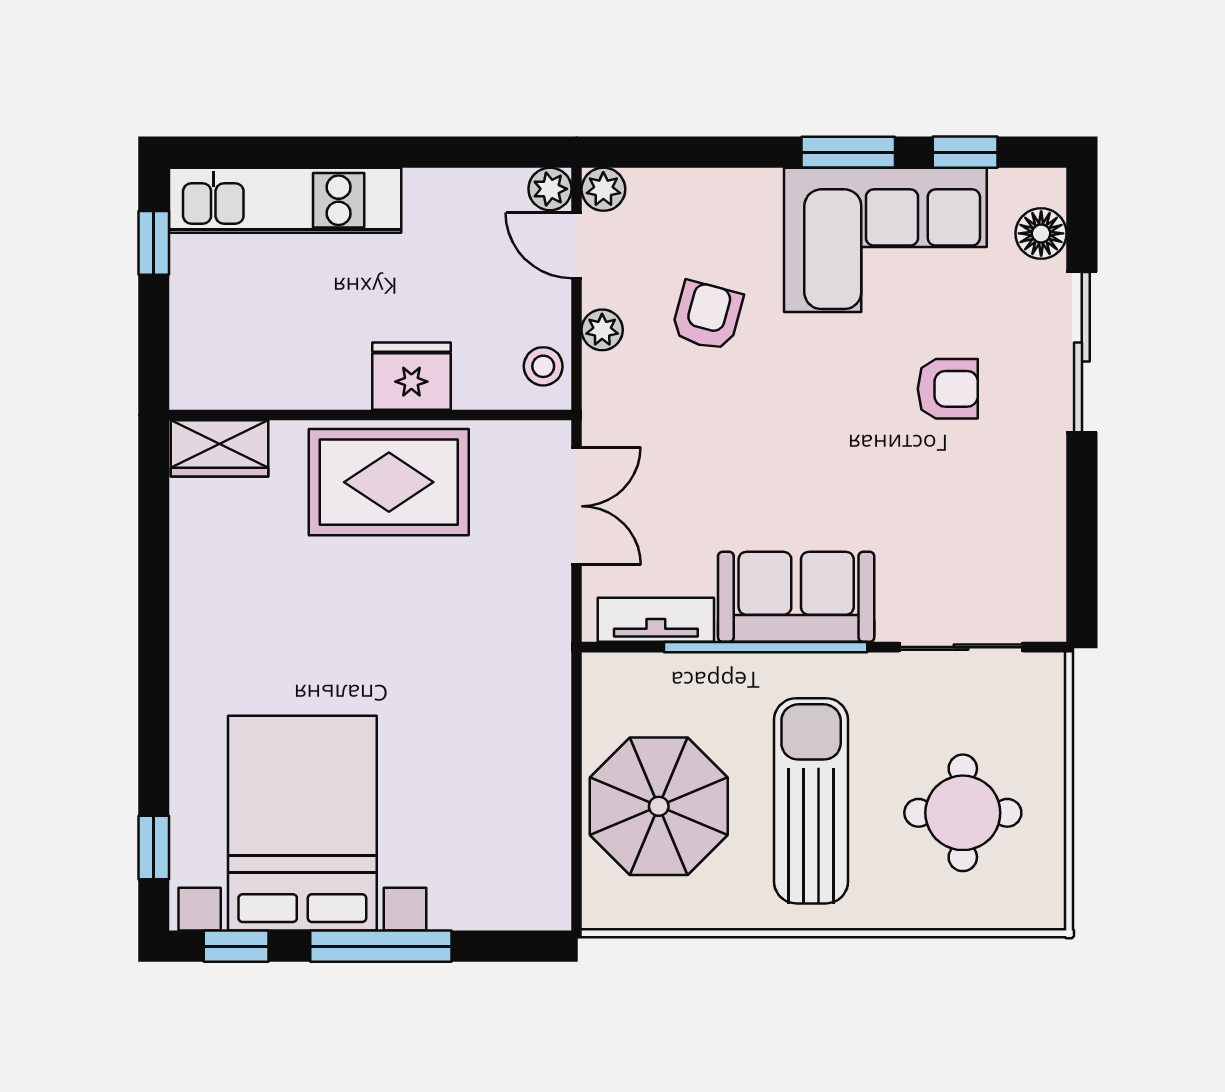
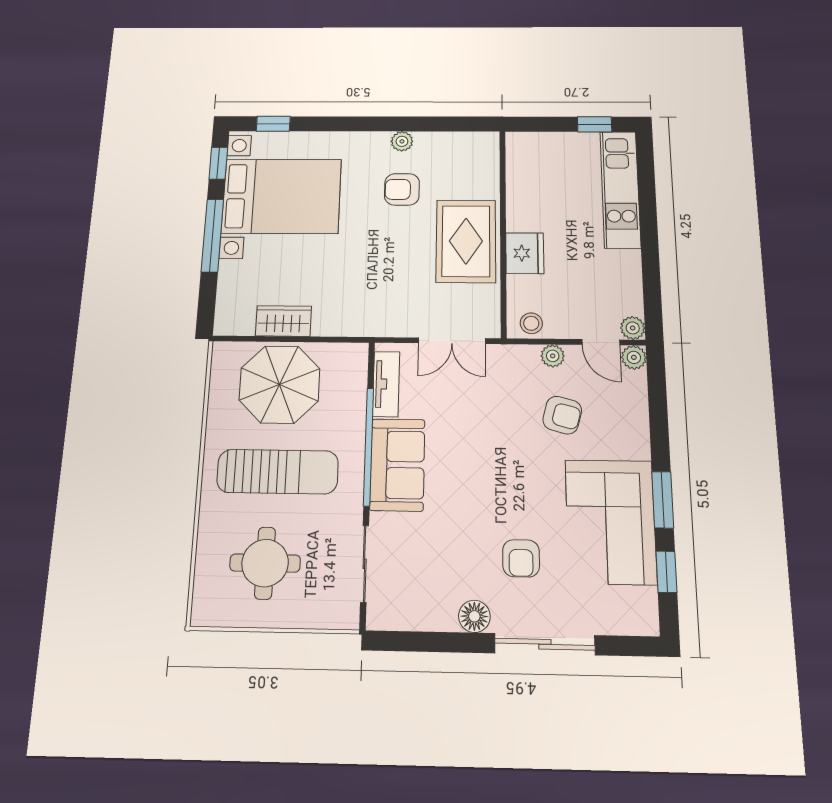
floor lamp: (1041, 233) -> (474, 616), moved
door: (577, 245) -> (601, 342), swing flipped
wardrobe: (220, 448) -> (283, 321), moved, turned 90
armchair: (288, 601) -> (402, 189), added
plant: (190, 603) -> (402, 141), added

